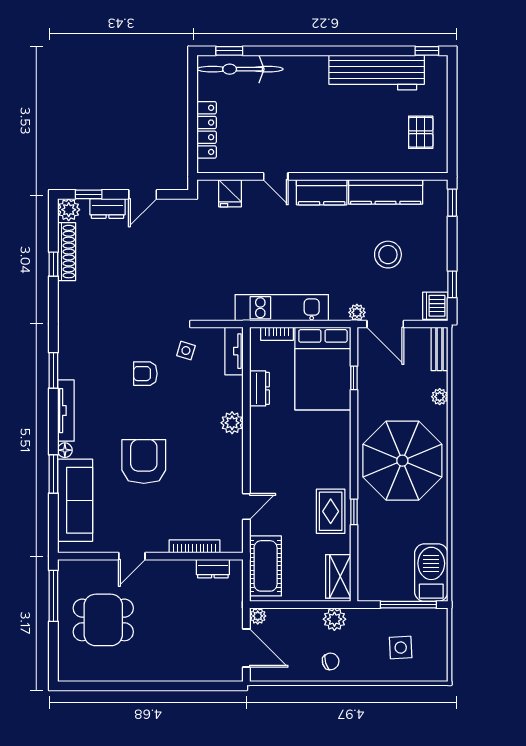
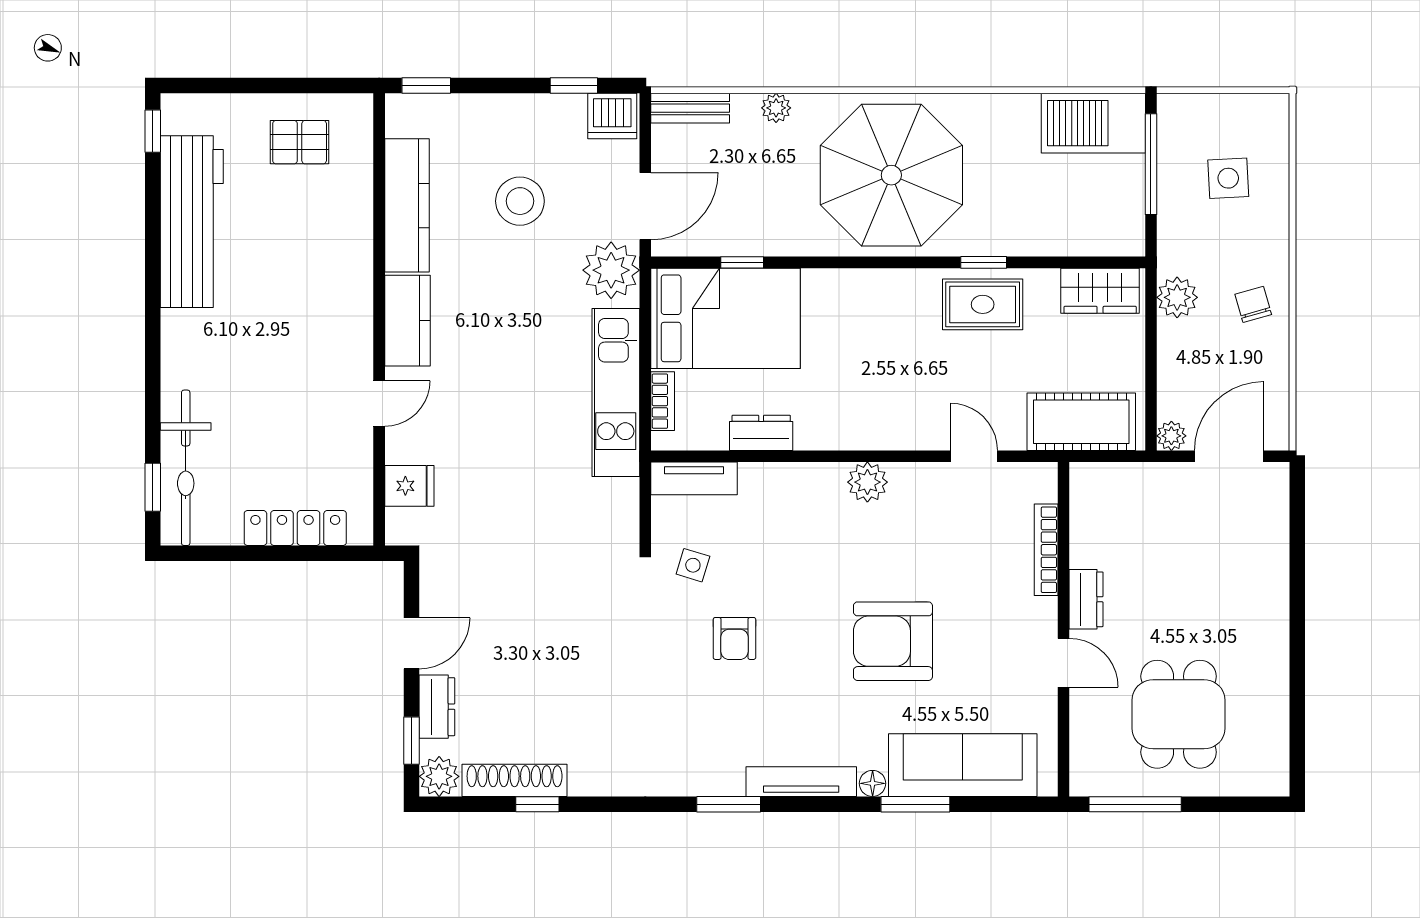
door: (143, 194) -> (411, 643), hinge flipped
plant: (357, 312) -> (611, 270), width x1.88, depth x1.88
plant: (232, 423) -> (867, 482), moved
dresser: (213, 569) -> (1086, 599), moved

